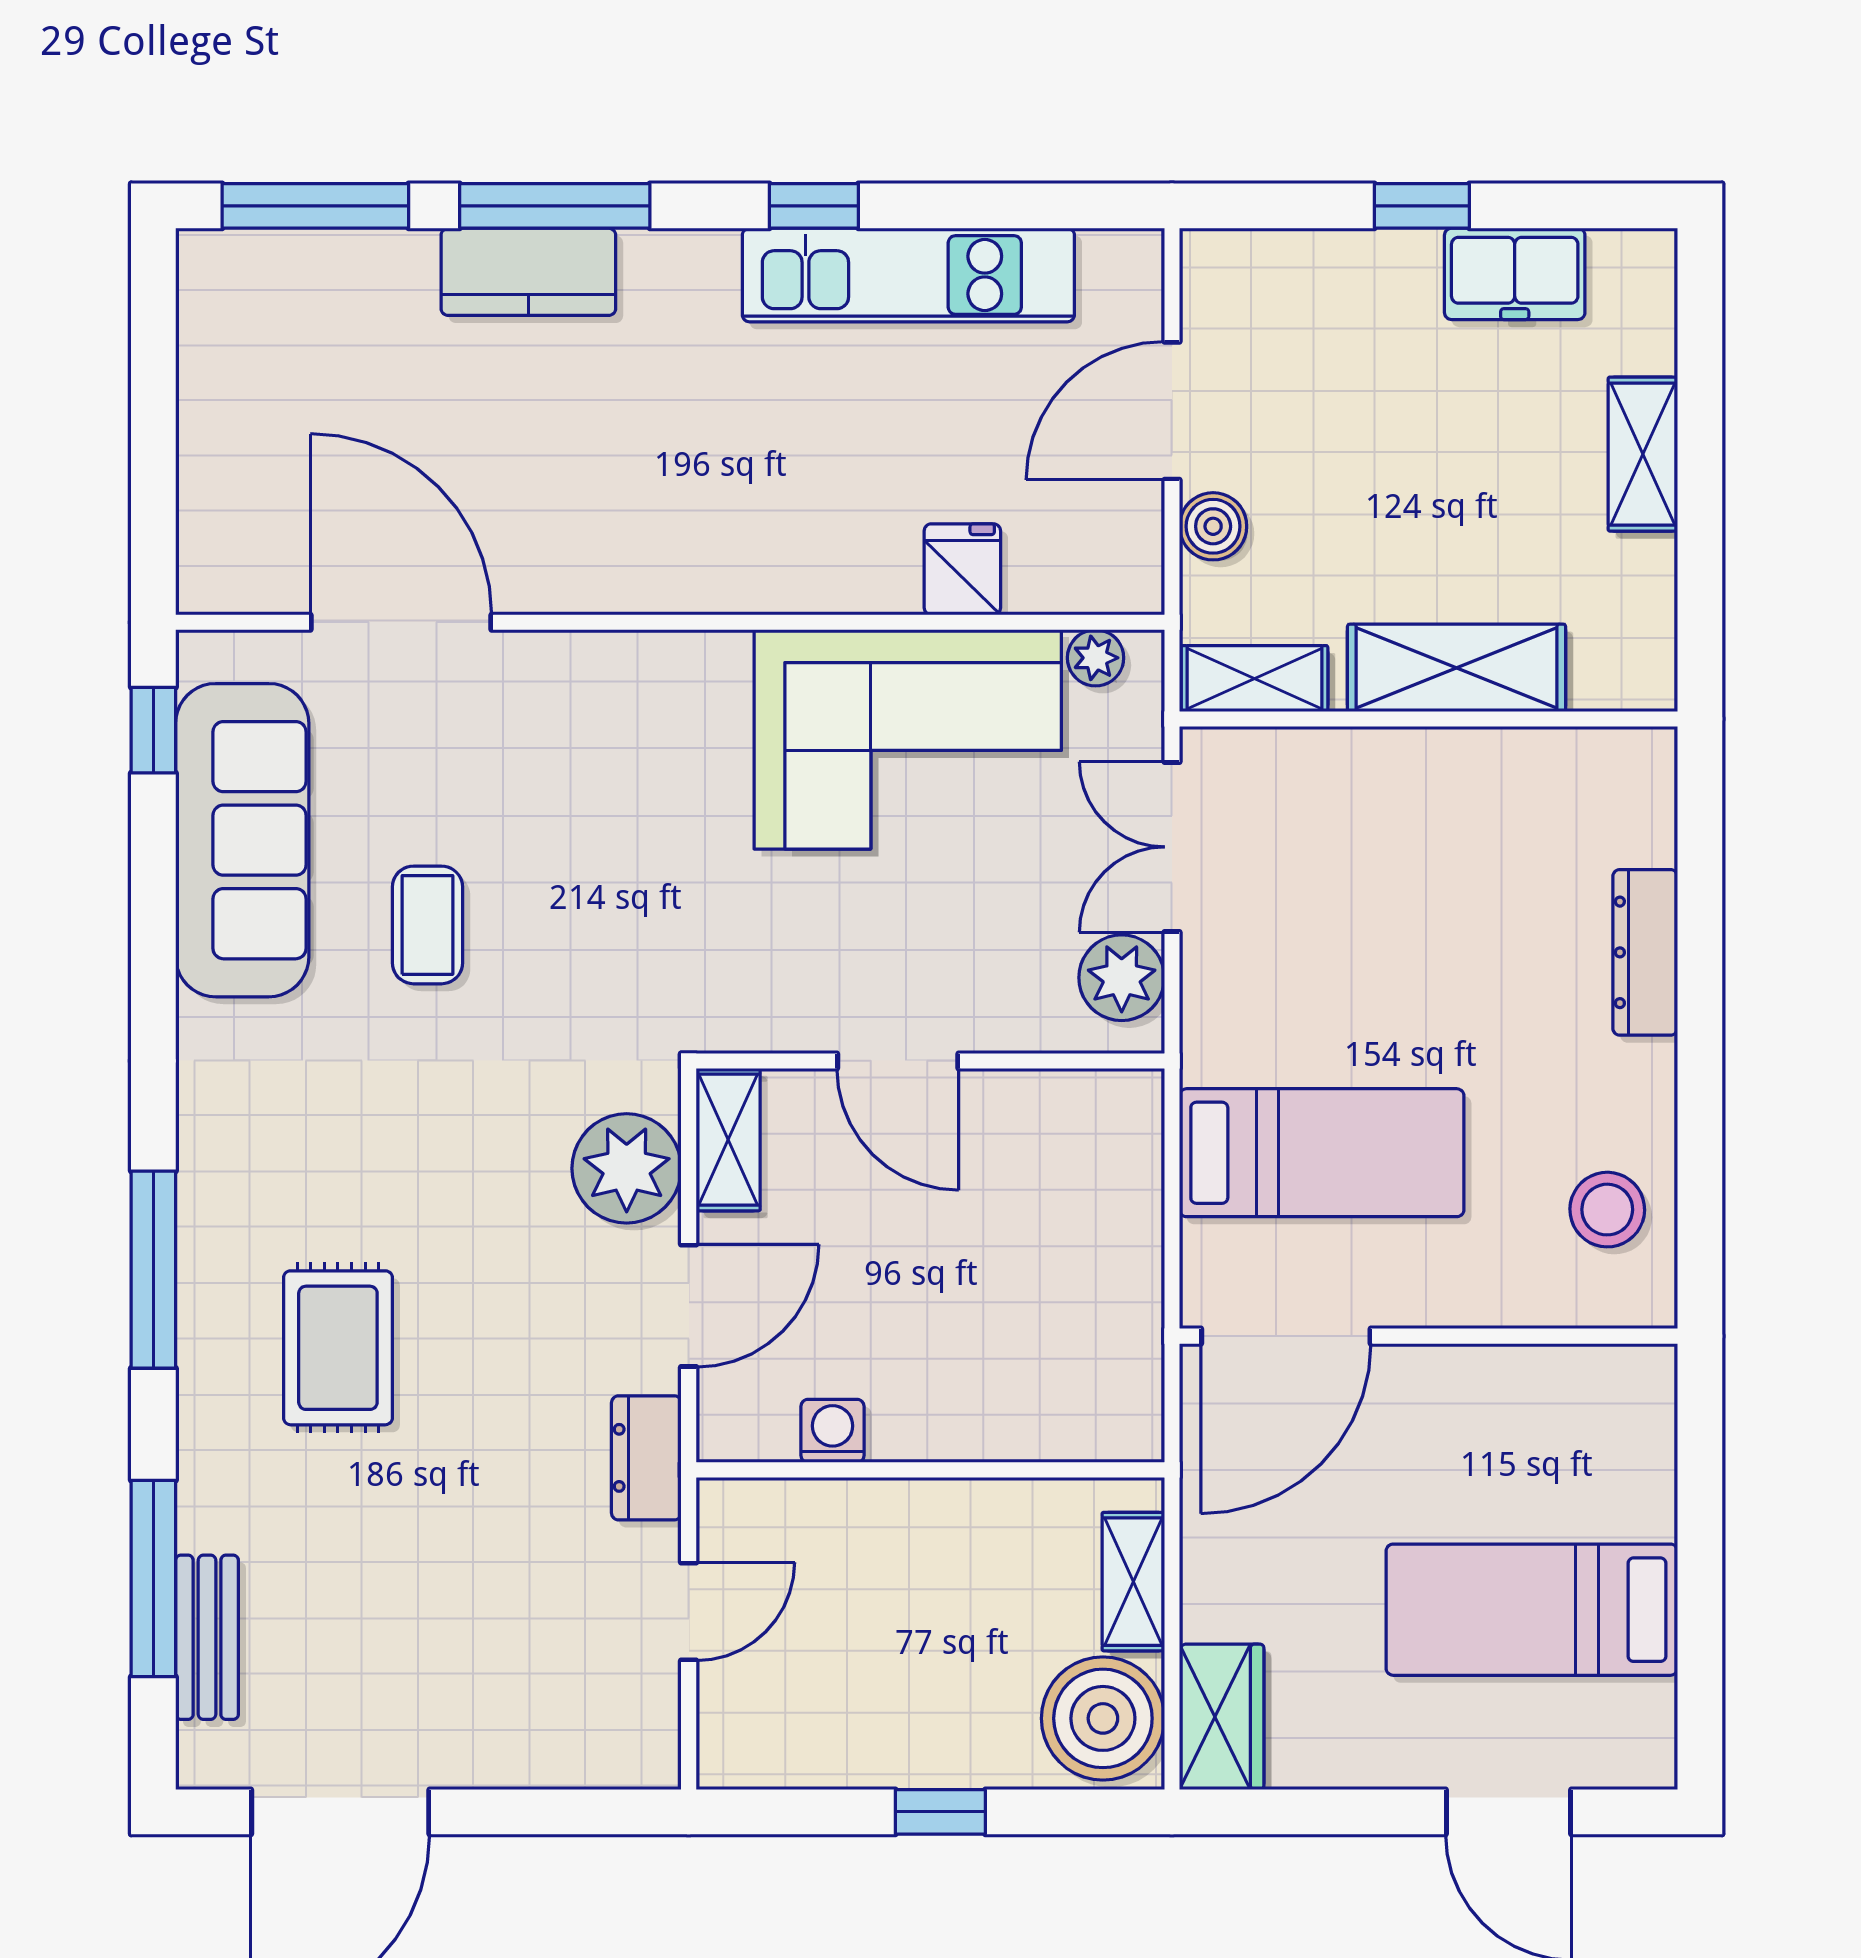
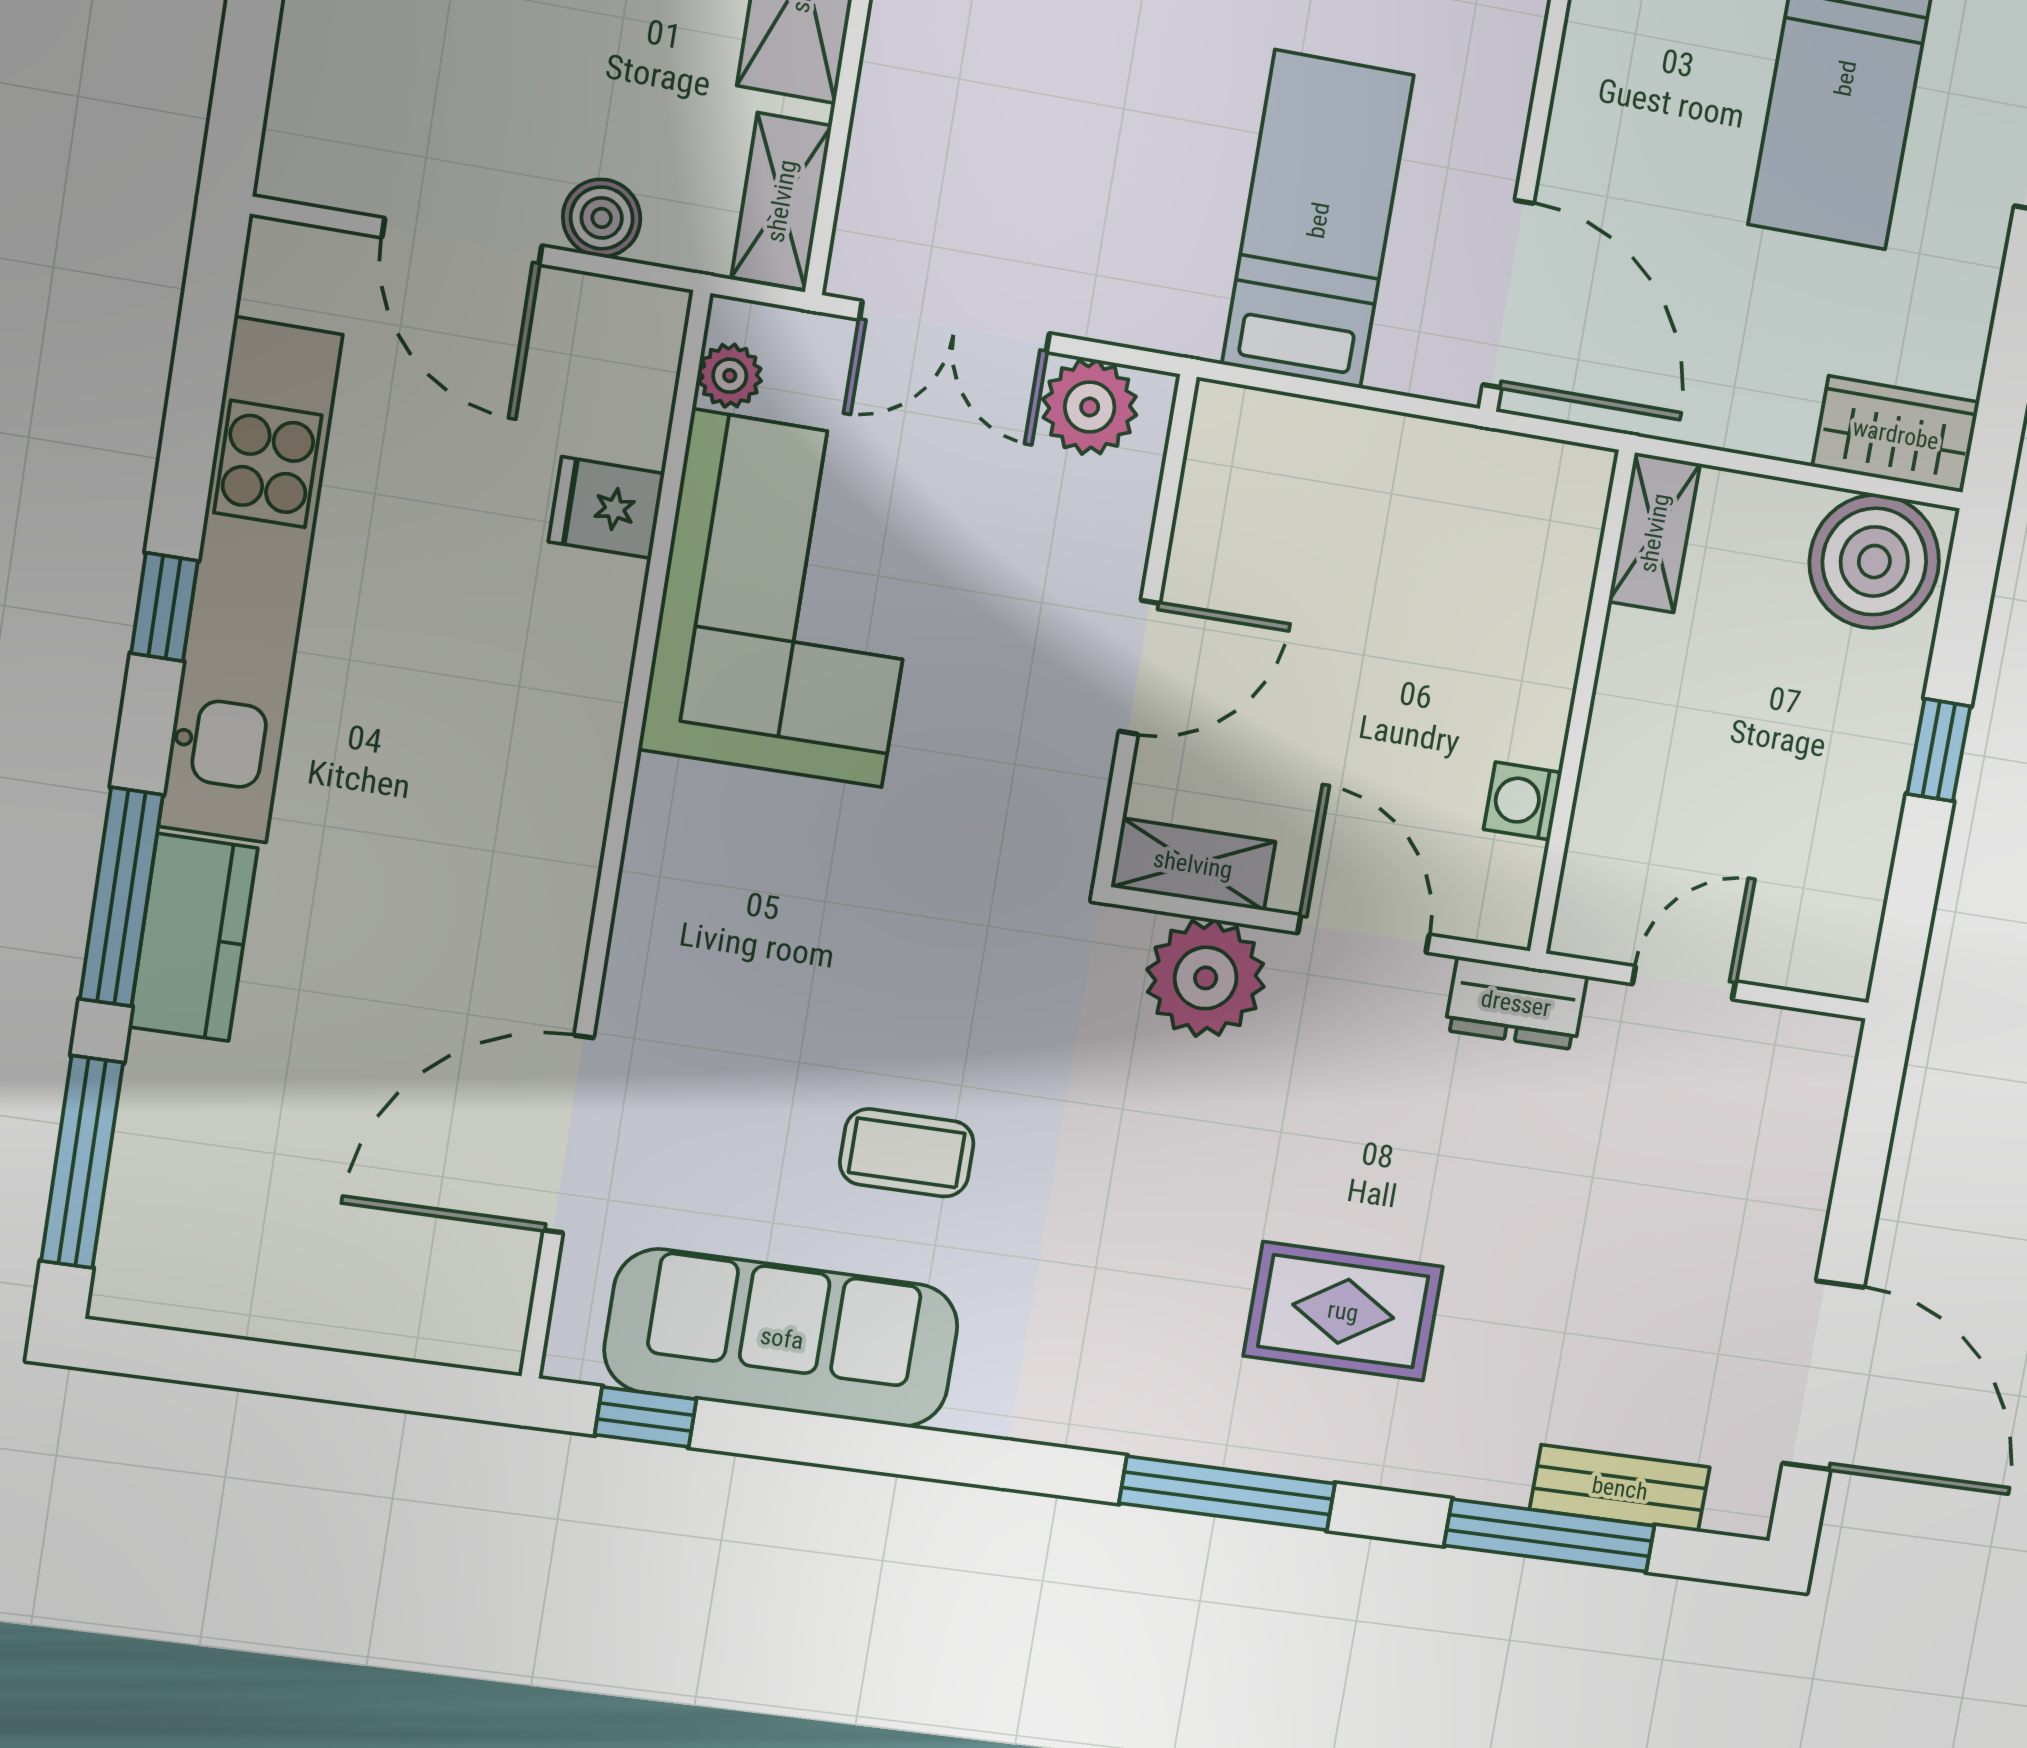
kitchen unit: (908, 275) -> (250, 581), width x1.36
shelving: (1133, 1582) -> (1654, 533), moved, turned 90
door: (689, 1611) -> (1684, 983), hinge flipped

